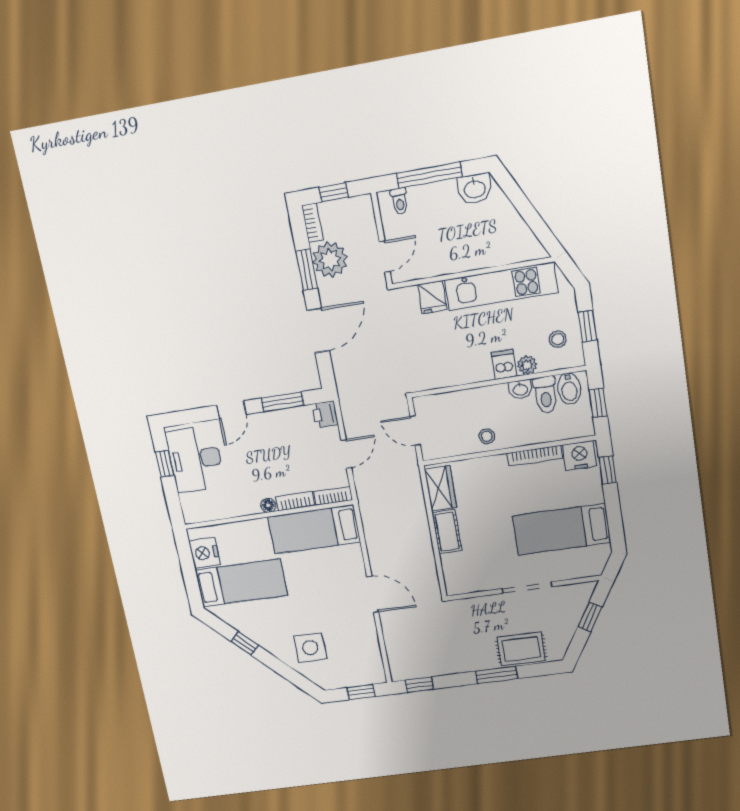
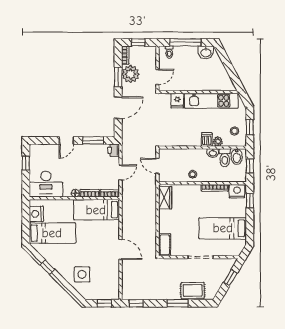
desk: (195, 459) -> (46, 184), moved, turned -90
cot: (447, 532) -> (165, 245), moved

